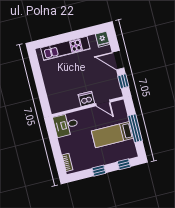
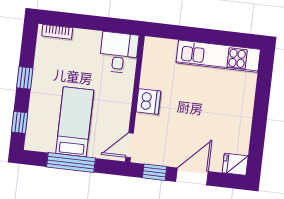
kitchen unit: (65, 48) -> (218, 56), moved, turned -90
door: (103, 103) -> (130, 145), moved

